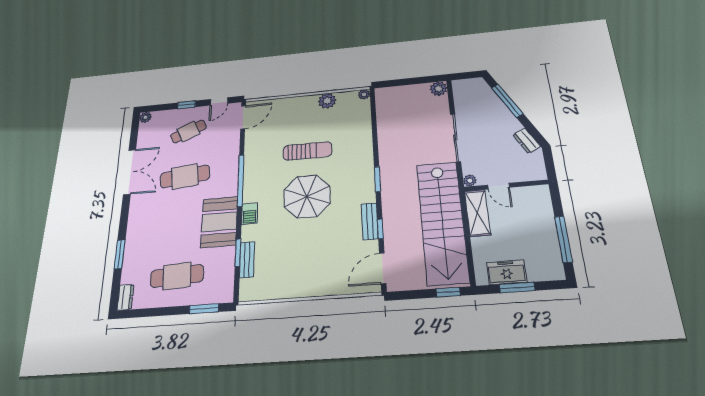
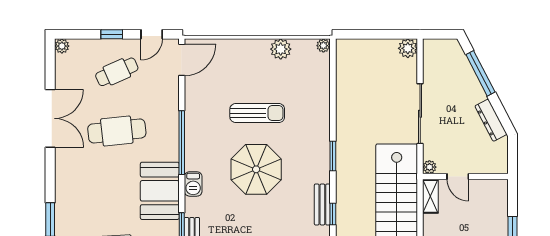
dresser: (527, 141) -> (491, 120), width x1.44
shelving: (477, 213) -> (430, 196), width x0.67, depth x0.75

